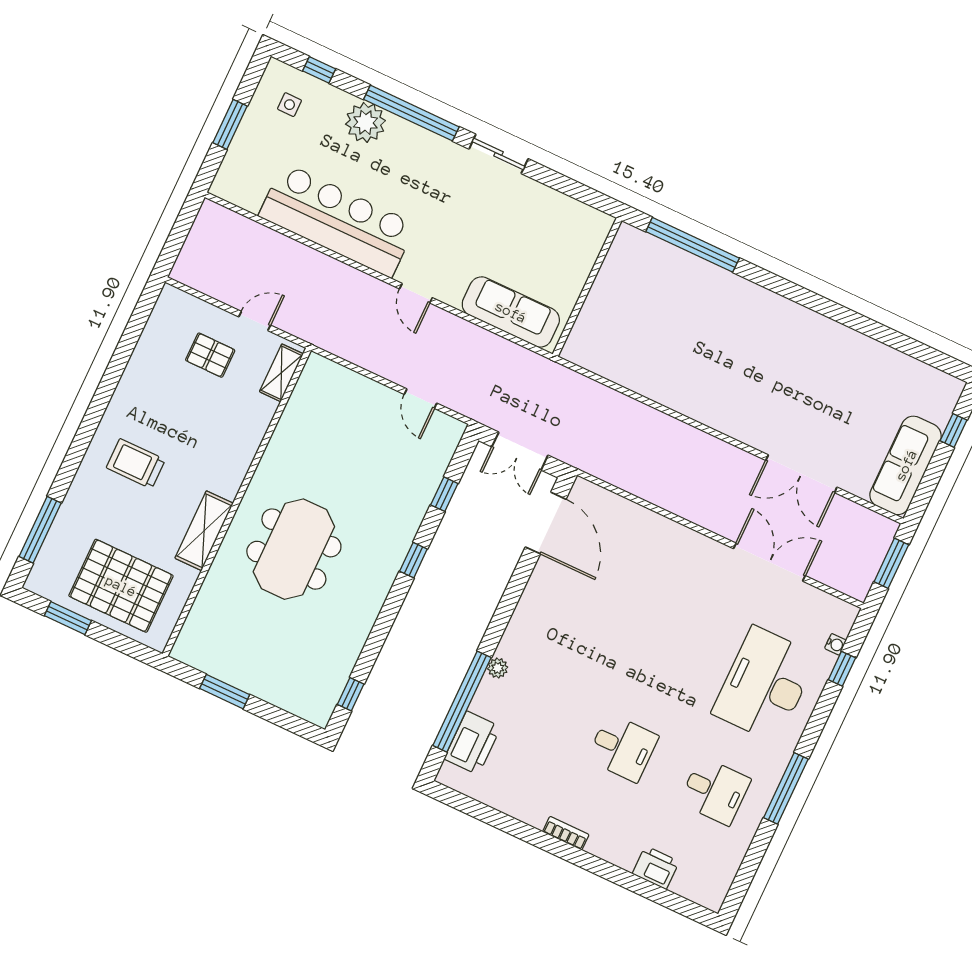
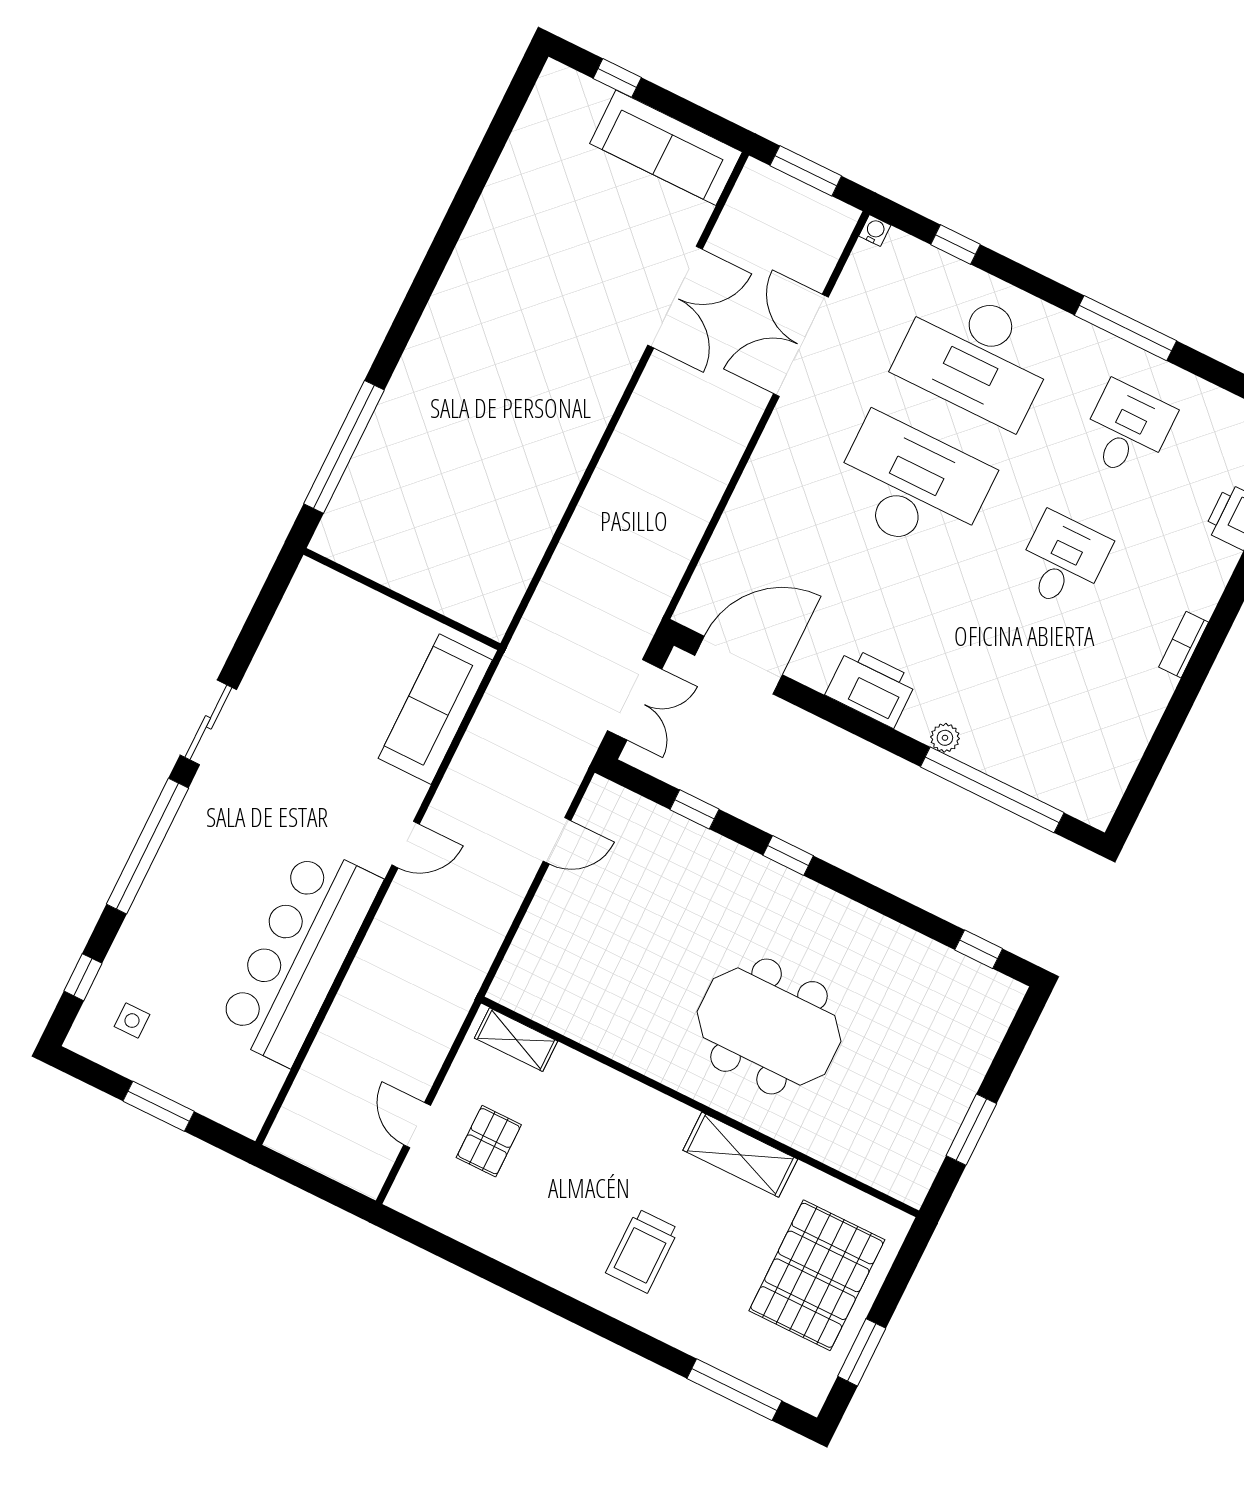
plant: (365, 122) -> (160, 912), removed
door: (255, 321) -> (417, 1125), moved
desk: (673, 641) -> (911, 486), added
water cooler: (835, 644) -> (875, 231), moved
printer: (472, 743) -> (871, 687), moved

